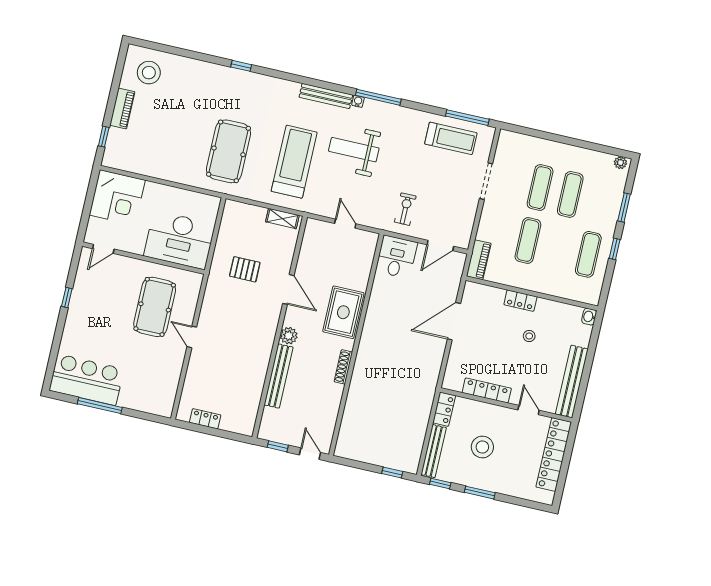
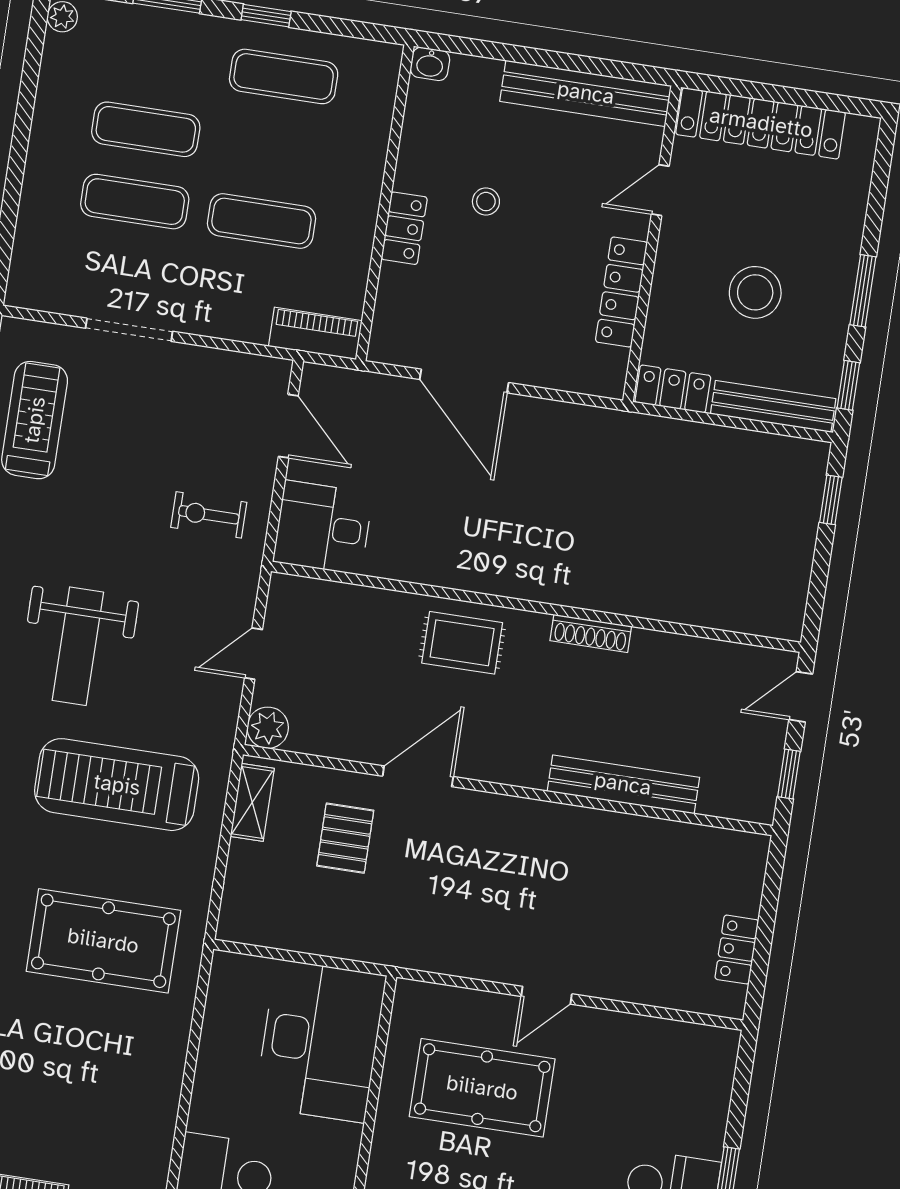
pallet: (245, 269) -> (345, 838), moved
rug: (343, 312) -> (462, 643), width x0.73, depth x0.70
plant: (289, 336) -> (268, 728), moved

